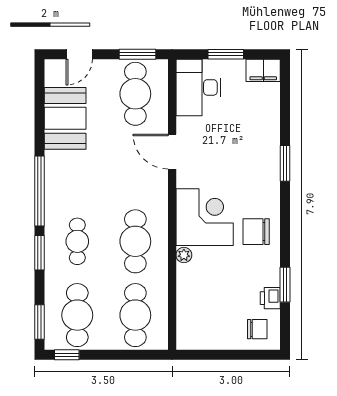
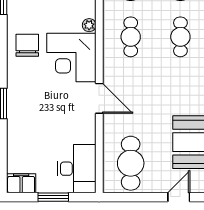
window: (138, 54) -> (129, 197), removed
door: (172, 152) -> (99, 98), moved
chair: (256, 232) -> (27, 45), turned -90
cafe table: (135, 241) -> (131, 37), width x0.73, depth x0.74

